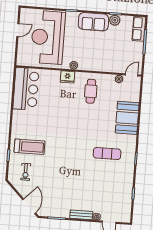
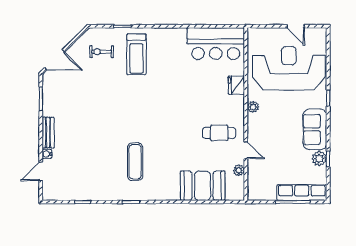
row of seats: (139, 29) -> (302, 192), width x1.48
door: (132, 75) -> (246, 150), moved
fridge: (68, 77) -> (236, 85), moved
booth: (127, 118) -> (203, 186), moved

